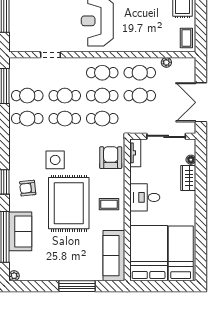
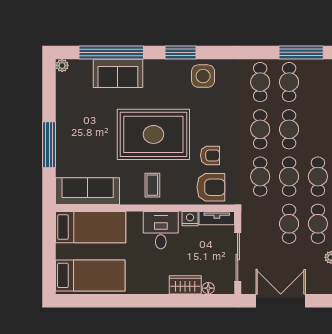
side table: (55, 160) -> (203, 76), moved
nightstand: (136, 174) -> (190, 219), added
armchair: (28, 188) -> (210, 155), moved, turned 96
bed: (149, 253) -> (91, 227), width x0.67

